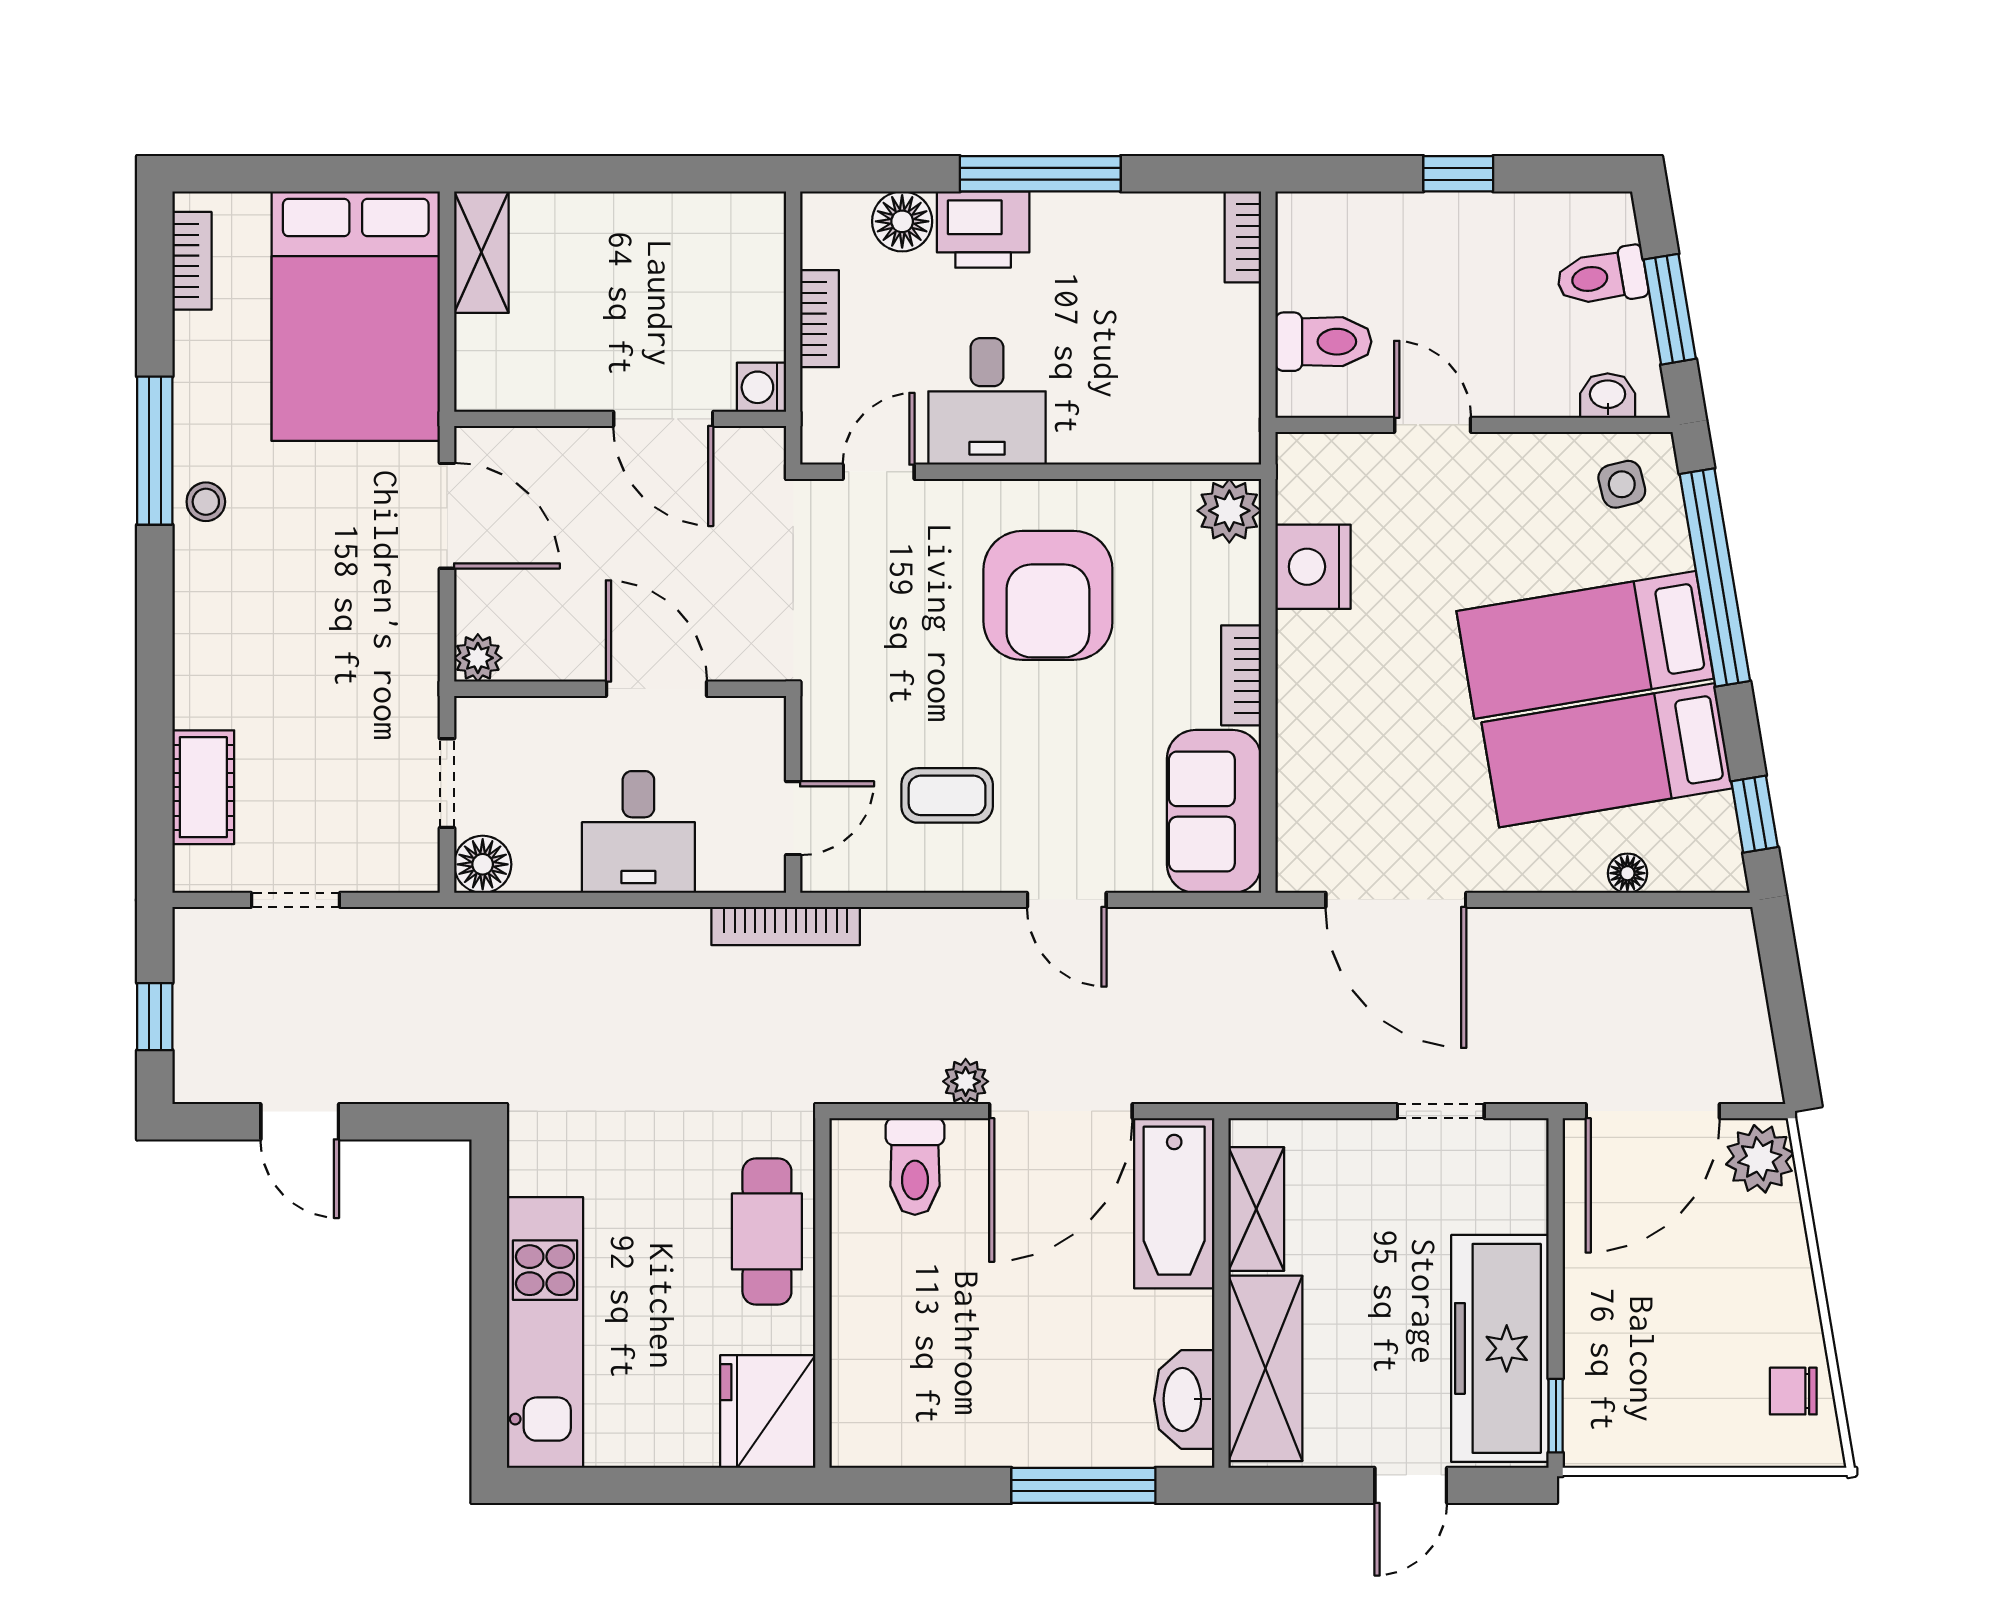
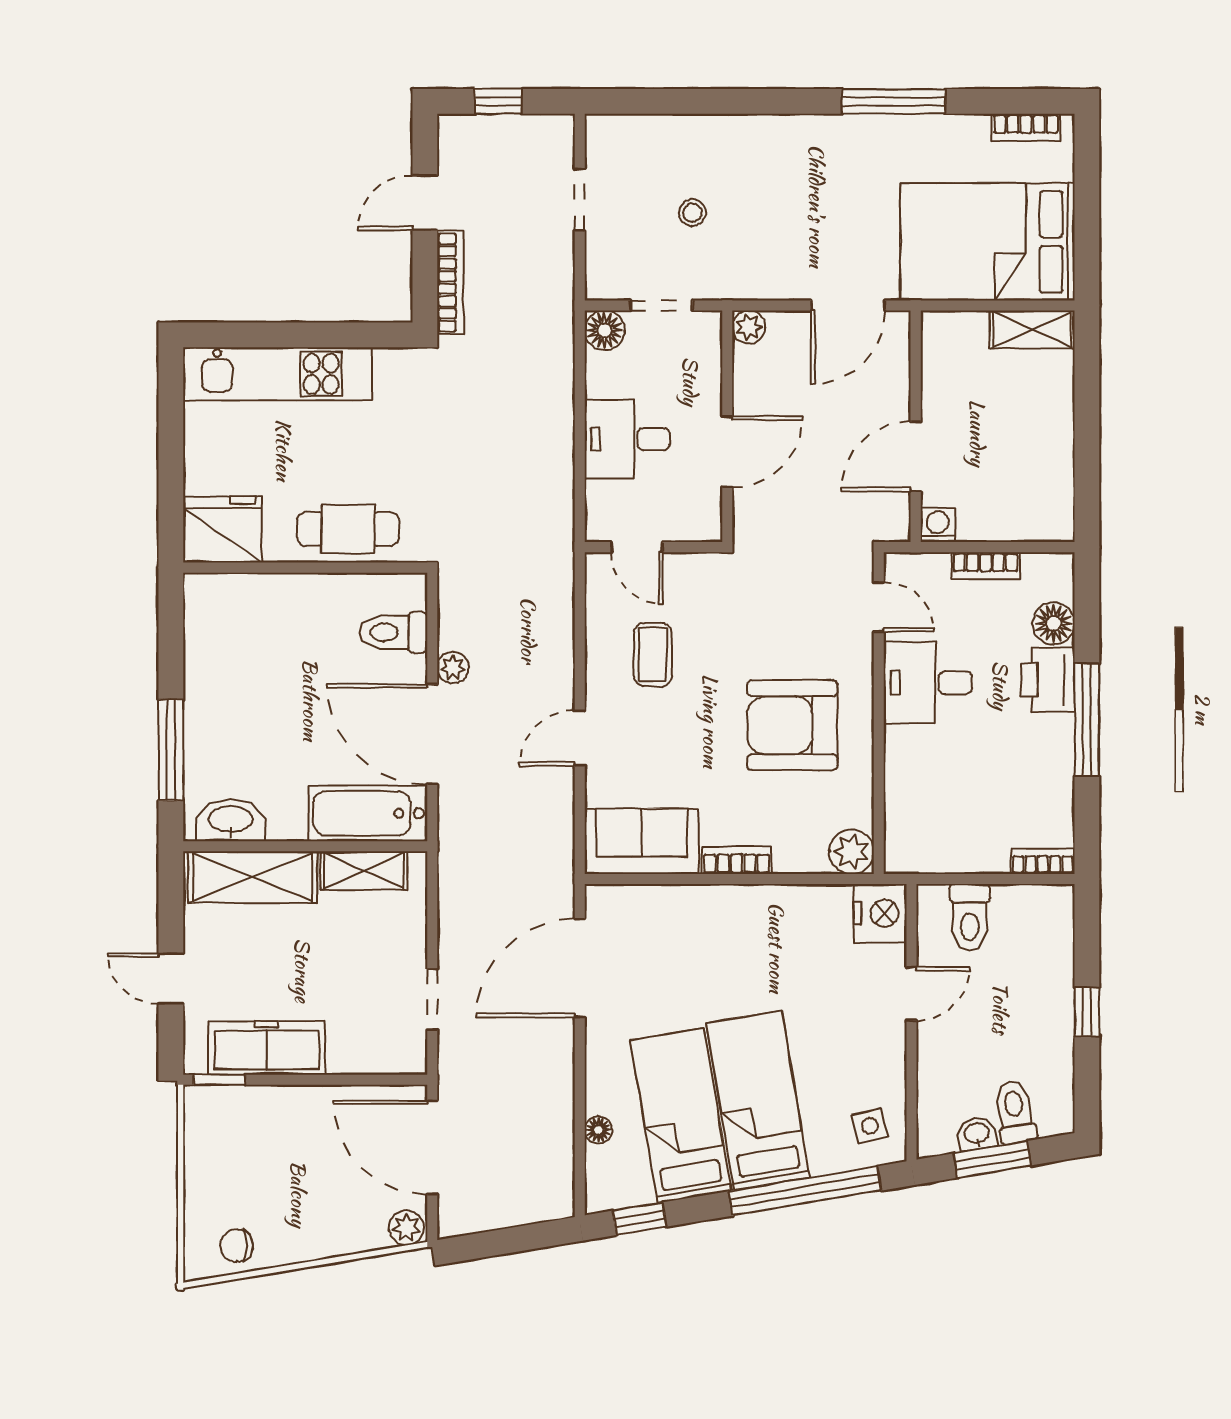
washbasin: (1608, 396) -> (977, 1134), moved, turned -100
stool: (206, 502) -> (692, 213), moved
nightstand: (1313, 567) -> (880, 913), moved, turned 90
cot: (203, 787) -> (658, 135), removed
bookcase: (786, 926) -> (450, 282), moved, turned 180
plant: (1760, 1159) -> (406, 1228), width x0.73, depth x0.73
freezer: (1500, 1348) -> (266, 1048), width x0.73, depth x0.79
chair: (1793, 1391) -> (237, 1246), turned -90

